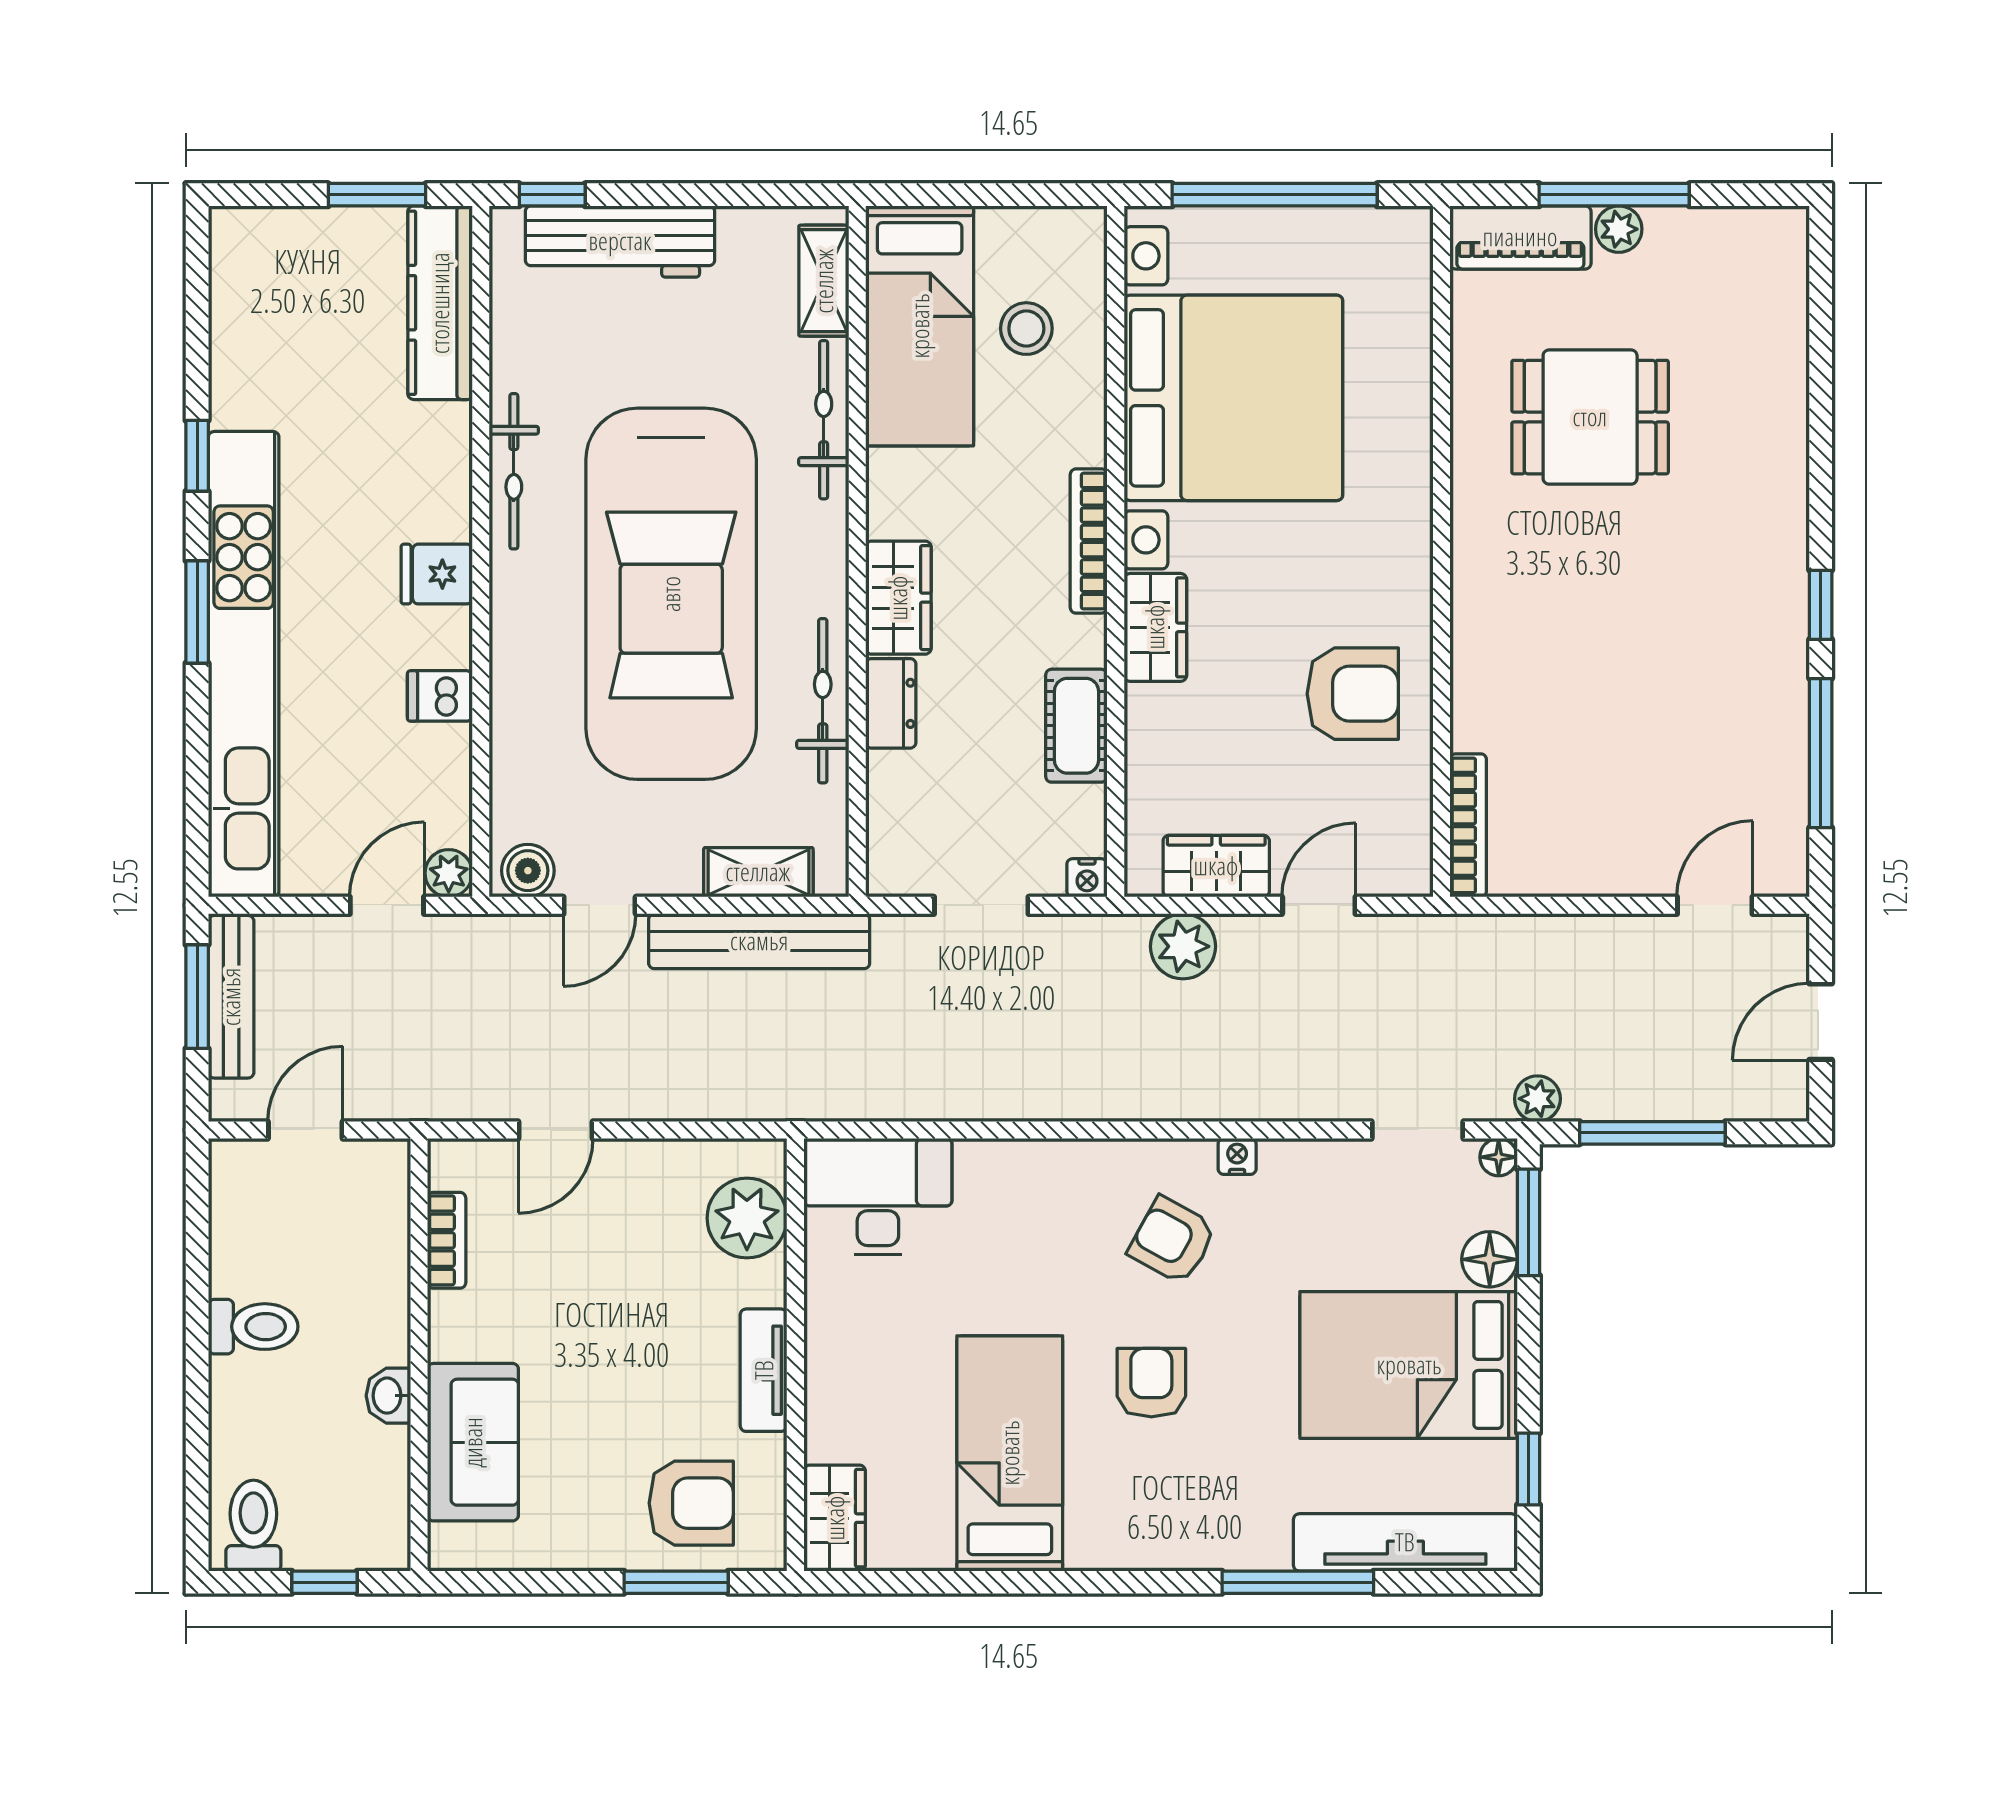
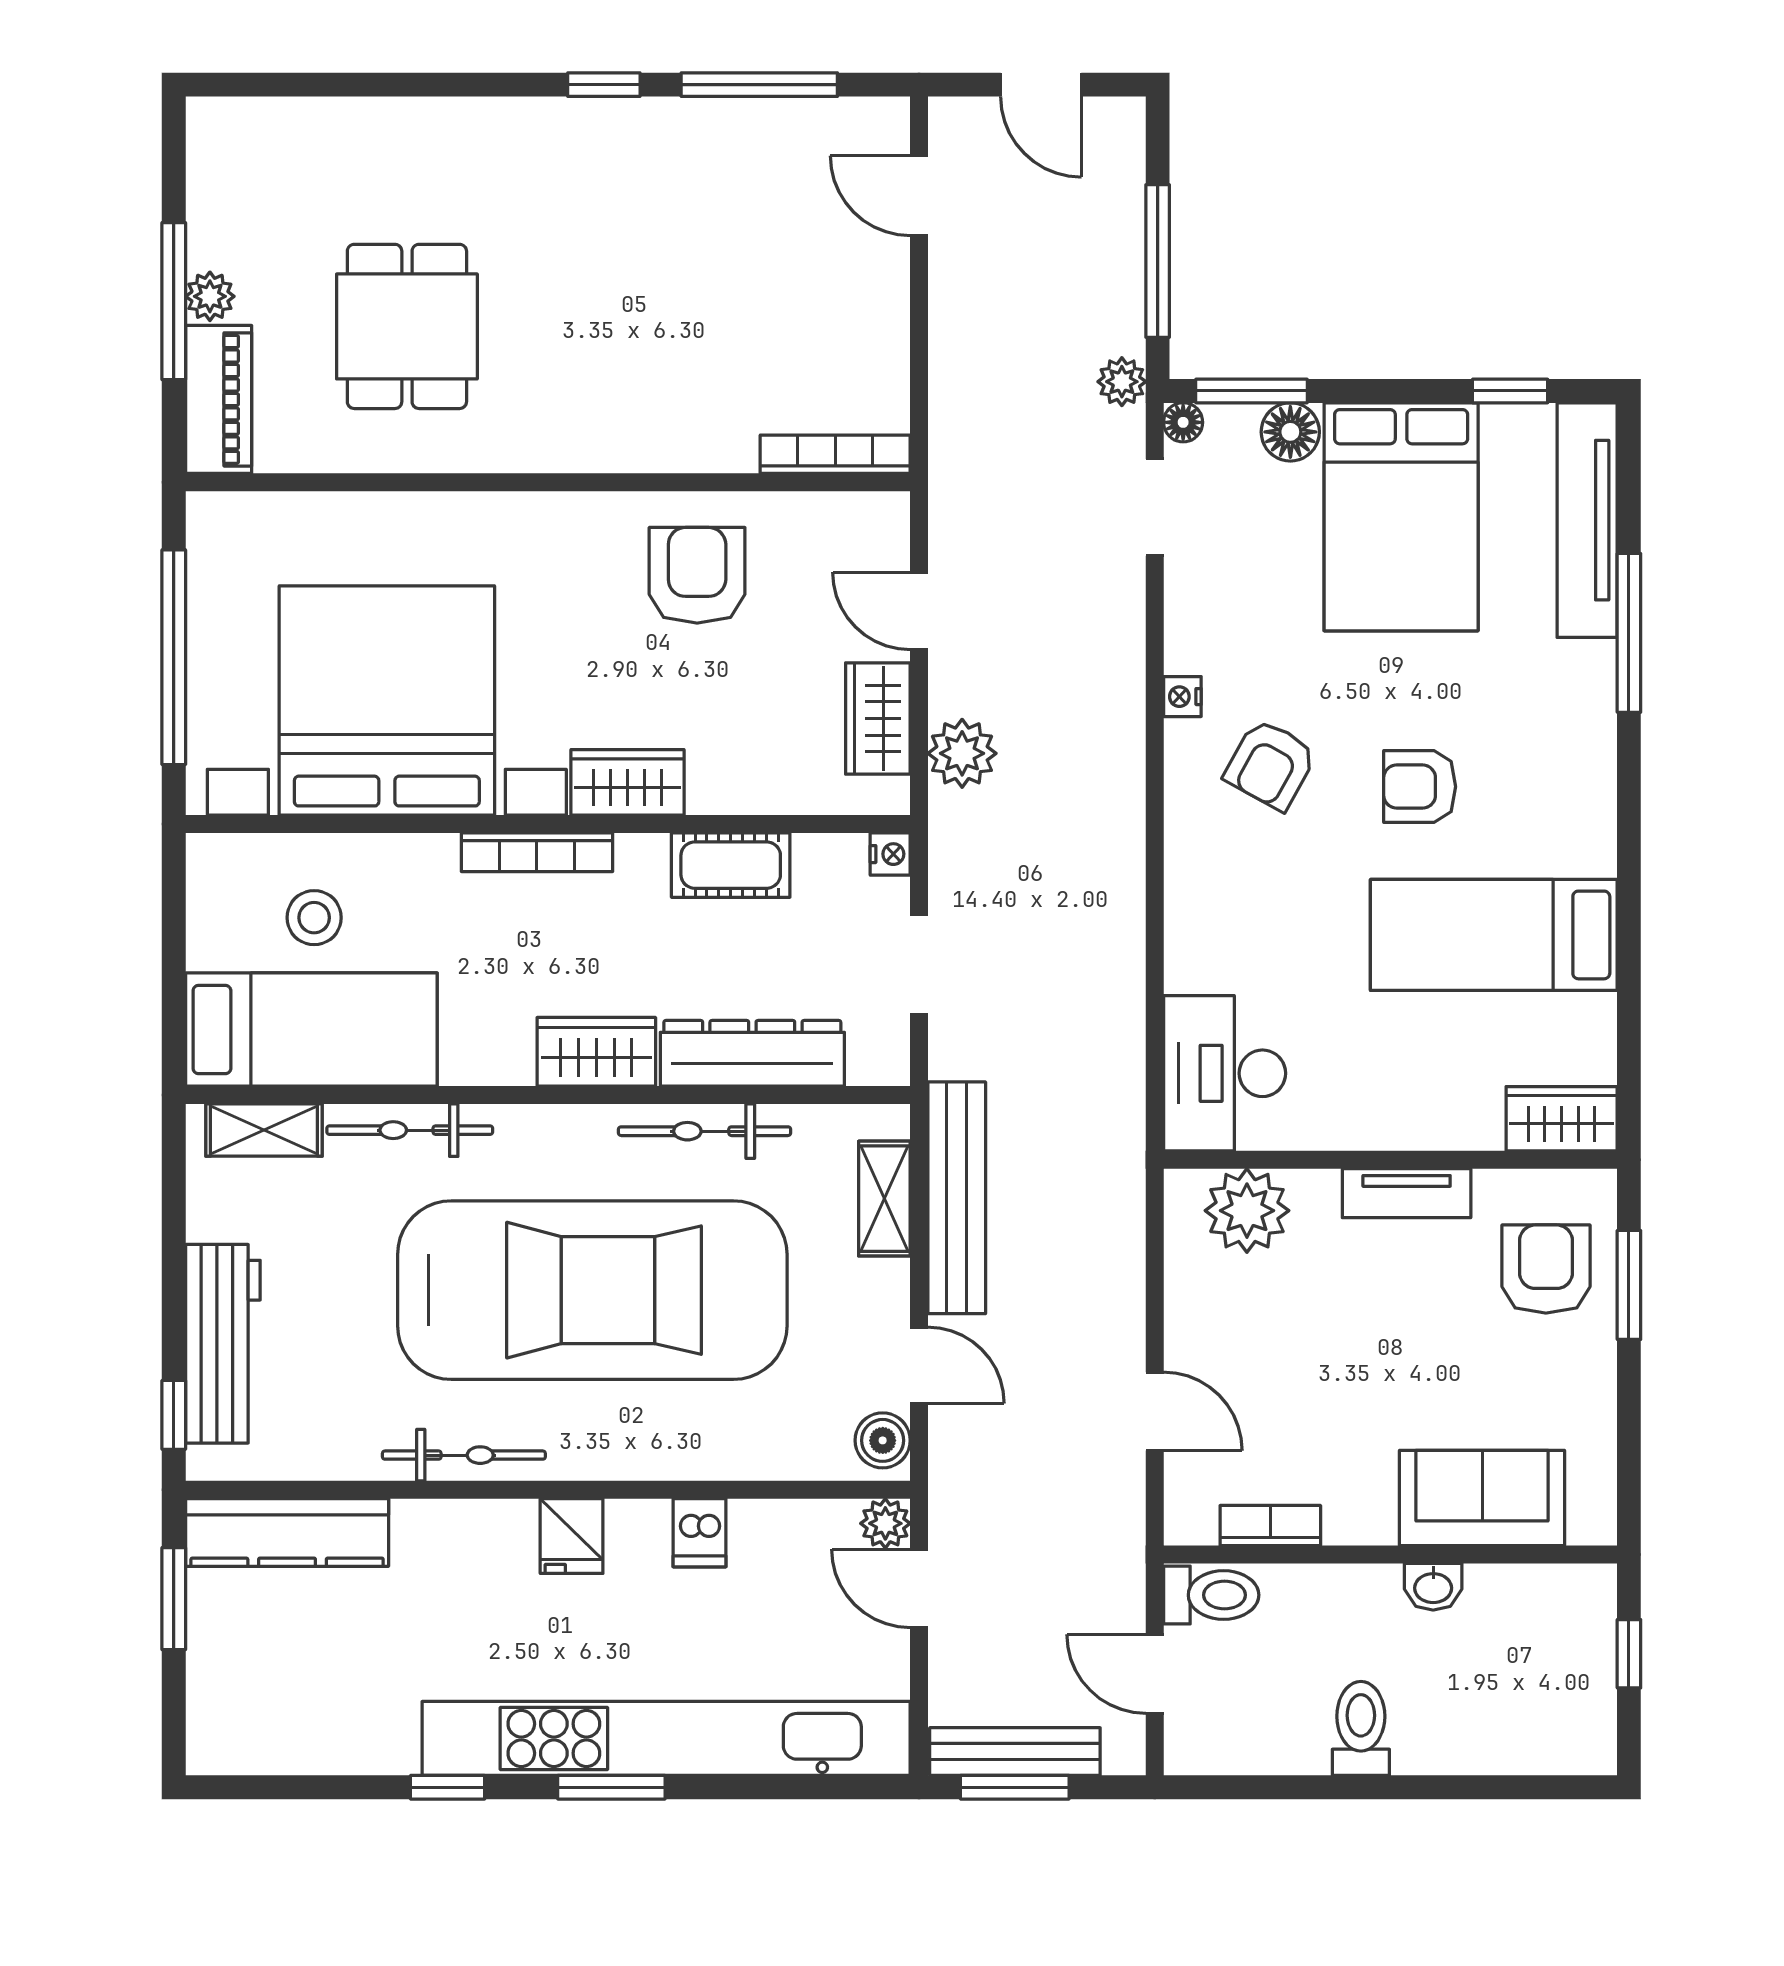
dresser: (891, 703) -> (752, 1053), width x1.96, depth x1.24
toilet: (253, 1526) -> (1211, 1595), moved, turned 180

